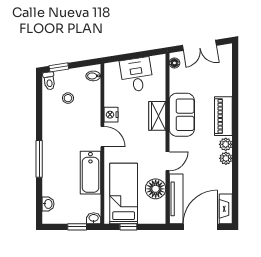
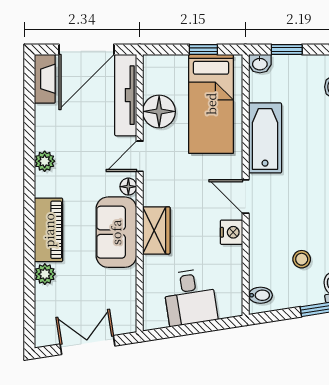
floor lamp: (174, 63) -> (128, 187), moved
plant: (226, 144) -> (45, 274), moved

